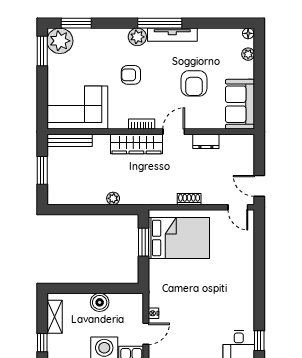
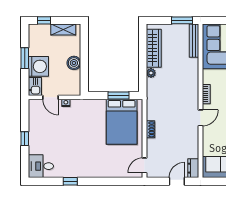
door: (174, 132) -> (201, 118), hinge flipped
dresser: (206, 141) -> (193, 168), moved
wardrobe: (136, 144) -> (154, 48), moved, turned 180
window: (42, 170) -> (182, 20), moved
door: (259, 186) -> (177, 181), moved
window: (259, 341) -> (70, 181), moved

